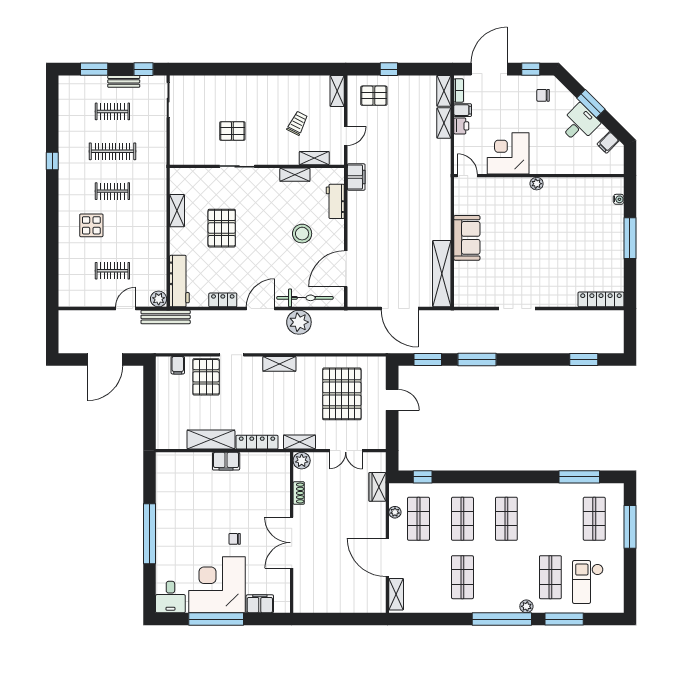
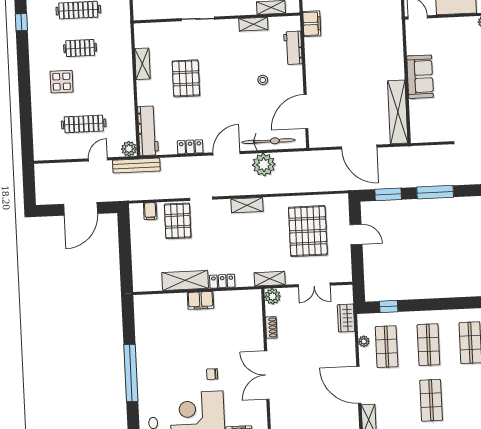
stool: (302, 234) -> (263, 80), width x0.53, depth x0.53
clothes rail: (112, 271) -> (84, 124), width x1.36
locker: (257, 442) -> (222, 281), width x0.66

